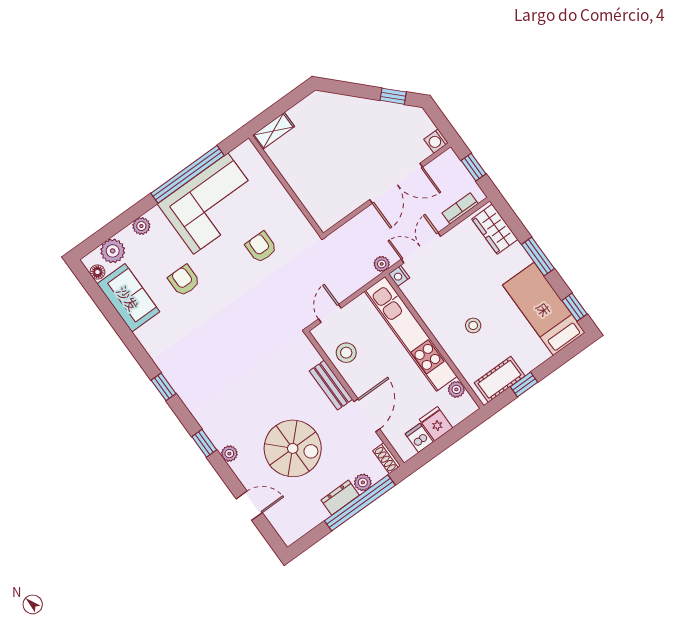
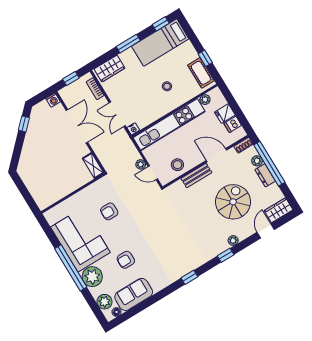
shelving: (273, 131) -> (93, 166), moved
window: (187, 174) -> (71, 268), moved
plant: (141, 226) -> (92, 277), width x1.87, depth x1.87
plant: (382, 264) -> (141, 164), moved
wardrobe: (285, 524) -> (279, 210), added

